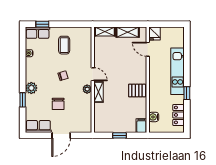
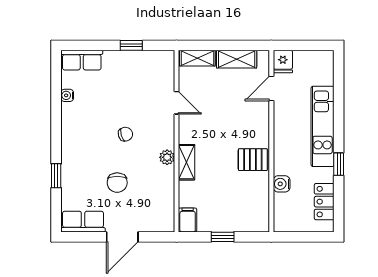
window: (42, 24) -> (131, 45), moved
coffee table: (64, 45) -> (127, 81), removed
door: (148, 49) -> (271, 88), hinge flipped
door: (93, 74) -> (177, 103), moved
plant: (31, 88) -> (71, 155), removed
water cooler: (154, 117) -> (282, 184), moved
filing cabinet: (141, 126) -> (188, 220), moved

